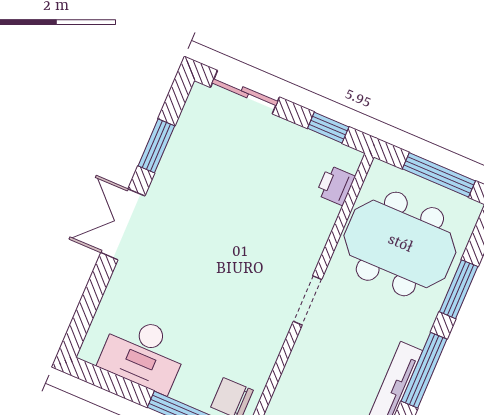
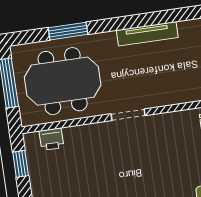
meeting table: (400, 244) -> (63, 81), turned 90
window: (424, 370) -> (127, 22), removed

